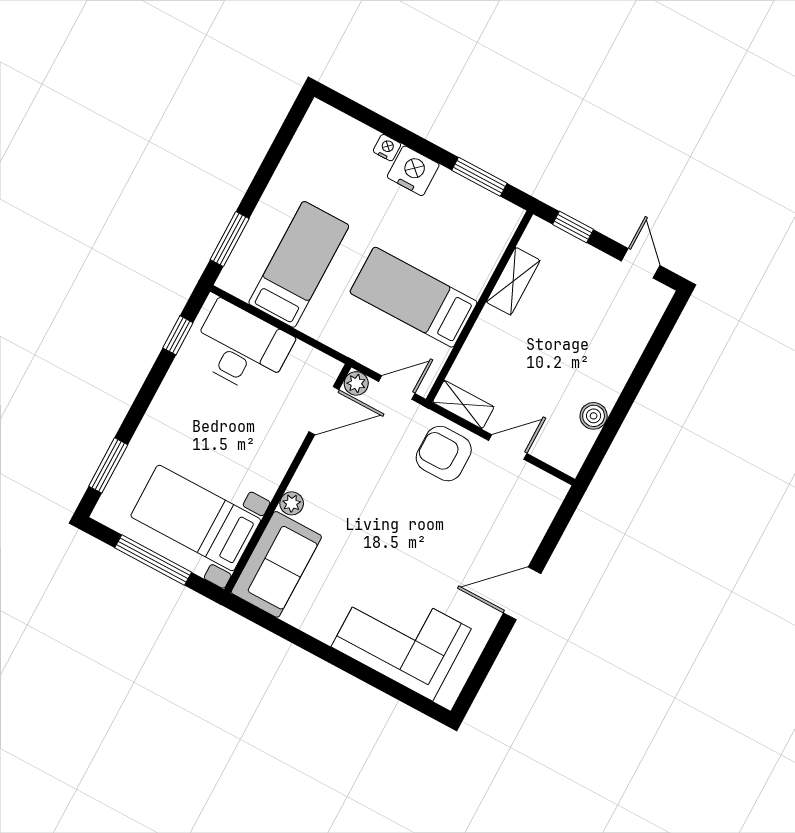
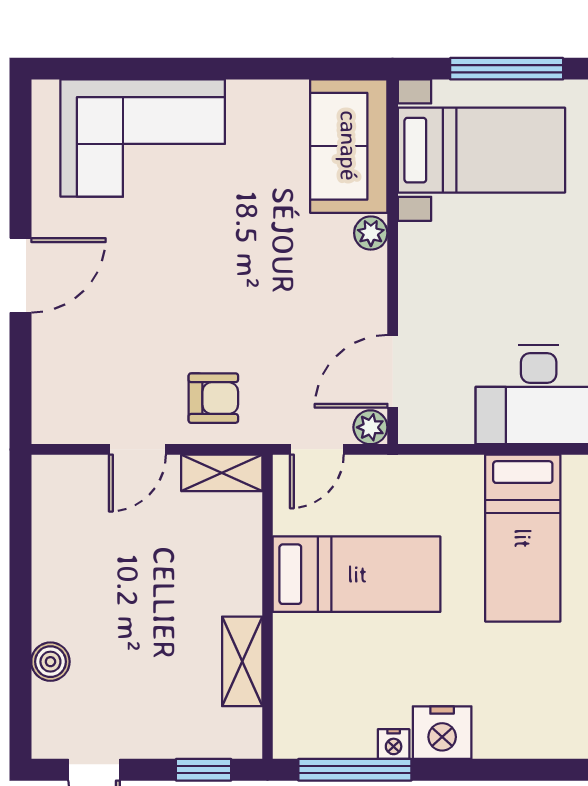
nightstand: (387, 148) -> (394, 744), moved
window: (479, 177) -> (355, 770), width x1.44
boiler: (594, 416) -> (50, 662), moved
armchair: (444, 454) -> (213, 398), width x0.72, depth x0.72

